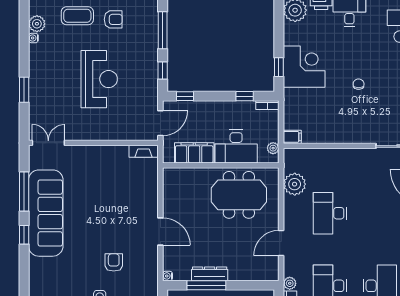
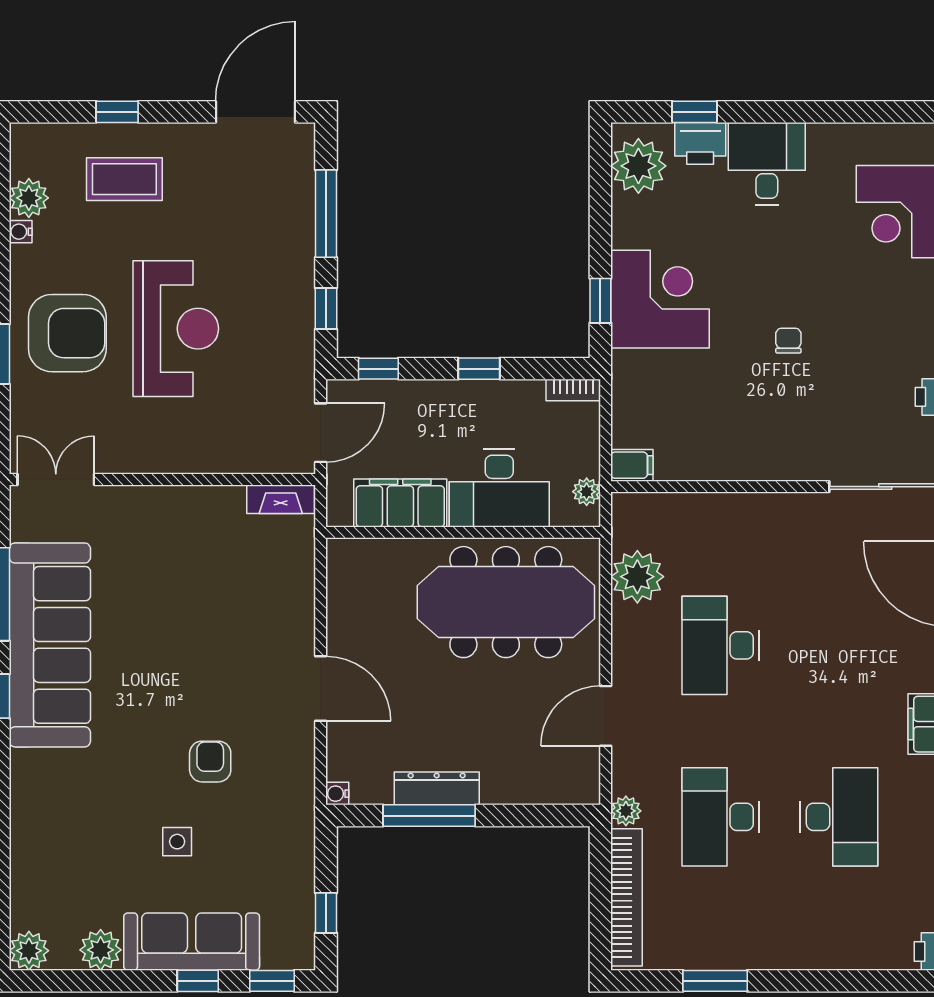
armchair: (113, 19) -> (67, 333), moved, width x1.88, depth x1.88
window: (245, 96) -> (479, 369), moved
meeting table: (239, 195) -> (506, 602), width x1.36

